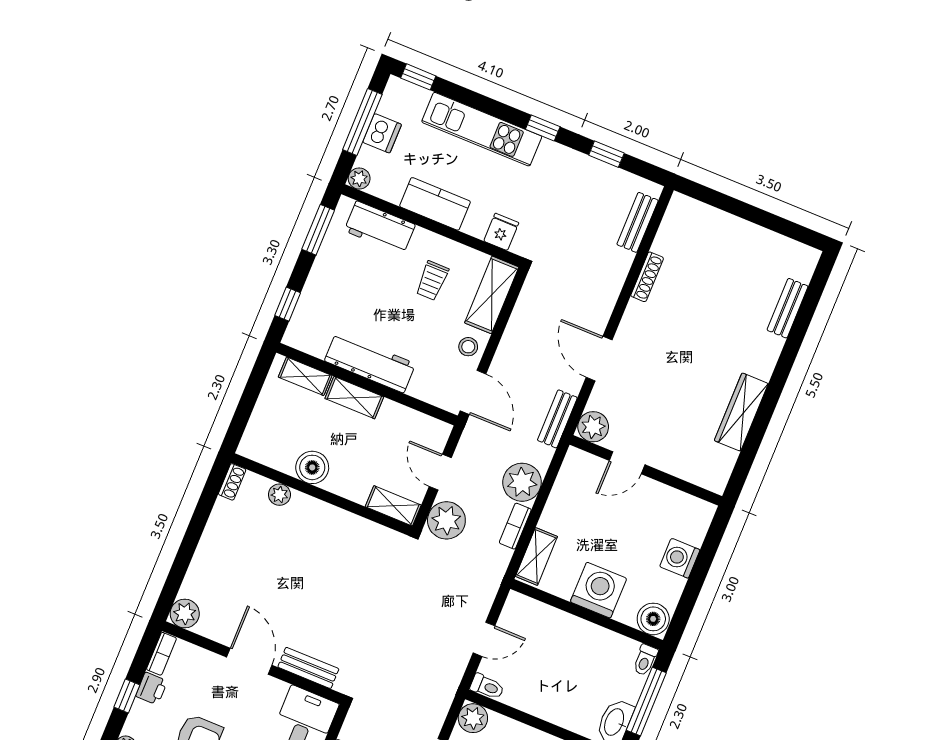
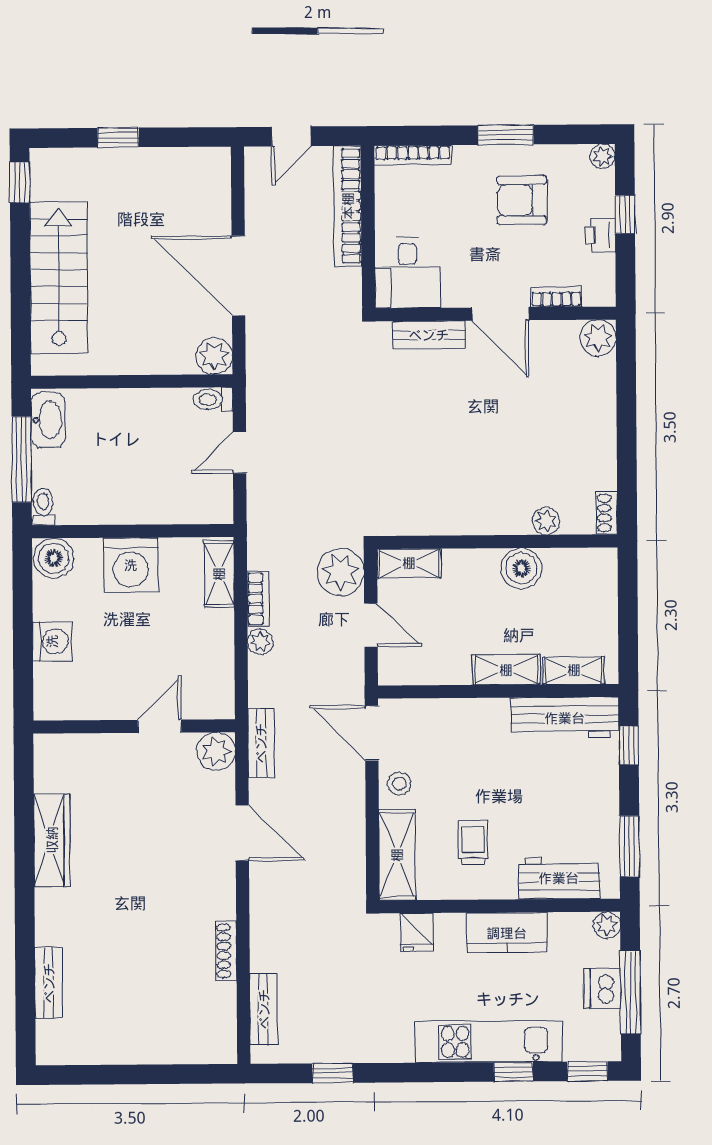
window: (543, 128) -> (513, 1072), moved
workbench: (370, 362) -> (565, 718), moved
plant: (522, 482) -> (260, 642), width x0.53, depth x0.53
bookcase: (161, 654) -> (556, 297), moved, turned 90

